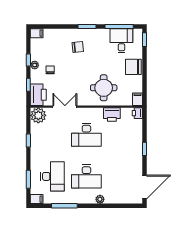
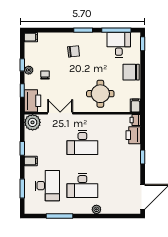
printer: (112, 115) -> (133, 135), moved, turned 90
filing cabinet: (37, 199) -> (31, 161), moved

